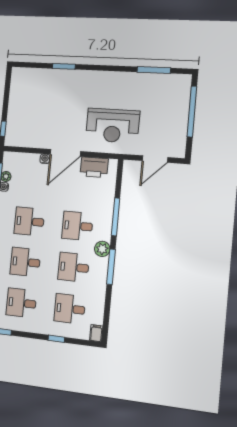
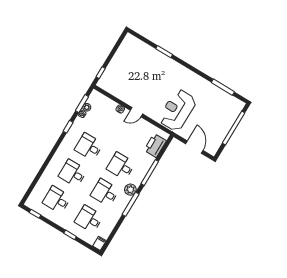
reception desk: (113, 126) -> (177, 110), turned 90
door: (65, 153) -> (136, 112), width x0.53
door: (155, 159) -> (194, 147), swing flipped
printer: (94, 167) -> (155, 145), moved, turned 90

